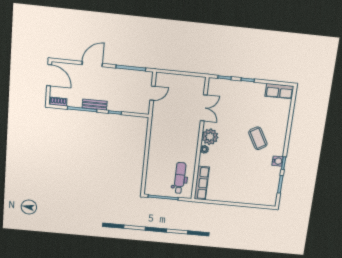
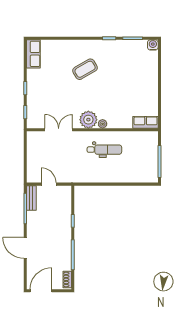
bench: (95, 105) -> (31, 198), moved
water cooler: (278, 161) -> (153, 45), moved
dental chair: (180, 178) -> (104, 150), moved, turned 180
row of seats: (202, 183) -> (146, 122), width x0.68

